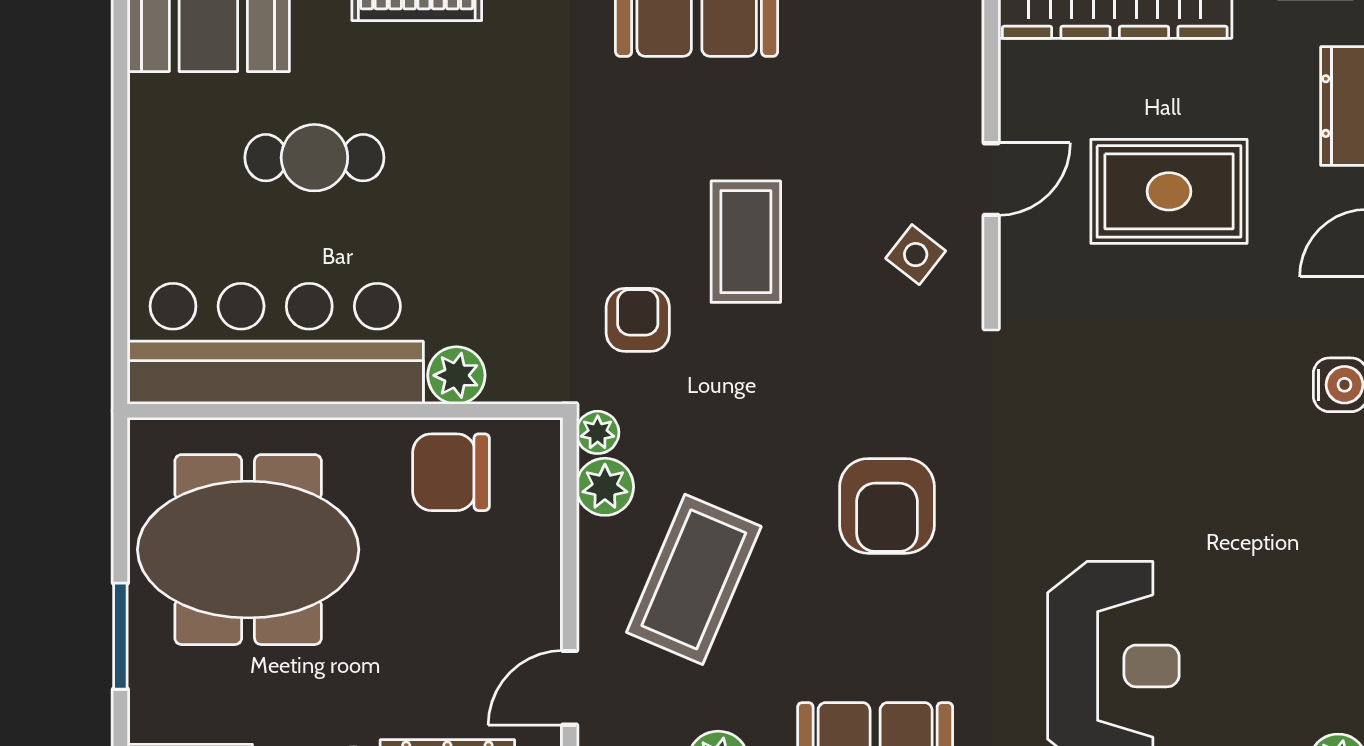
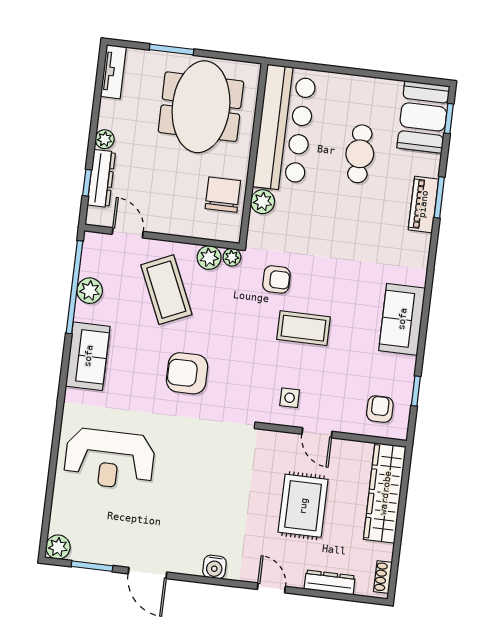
armchair: (917, 36) -> (380, 409), added
side table: (916, 255) -> (290, 398), turned -38
coffee table: (694, 579) -> (166, 290), turned 43

